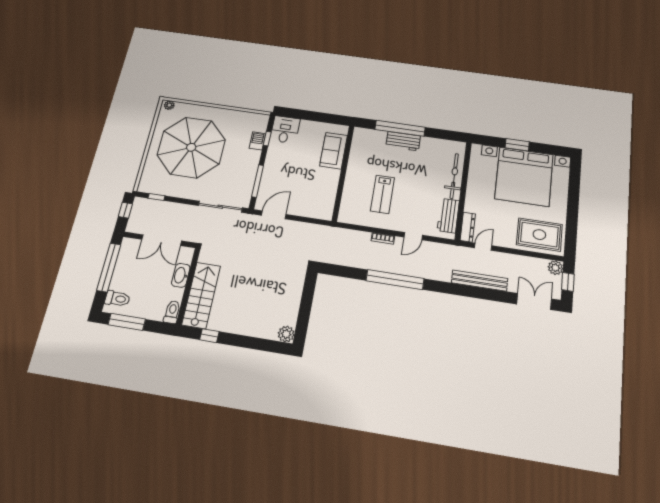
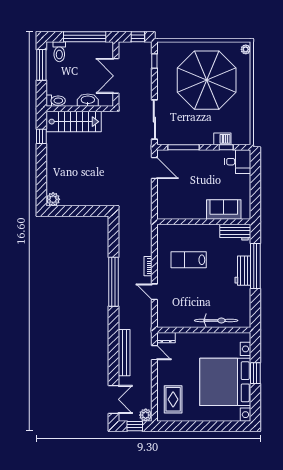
workbench: (448, 216) -> (235, 232), moved, turned 180
dresser: (468, 227) -> (166, 338), width x0.70
rug: (539, 235) -> (173, 399), width x0.73, depth x0.70

